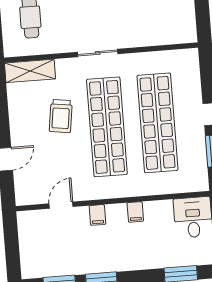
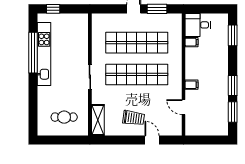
trolley: (61, 116) -> (134, 118), moved
filing cabinet: (135, 212) -> (191, 42), moved

